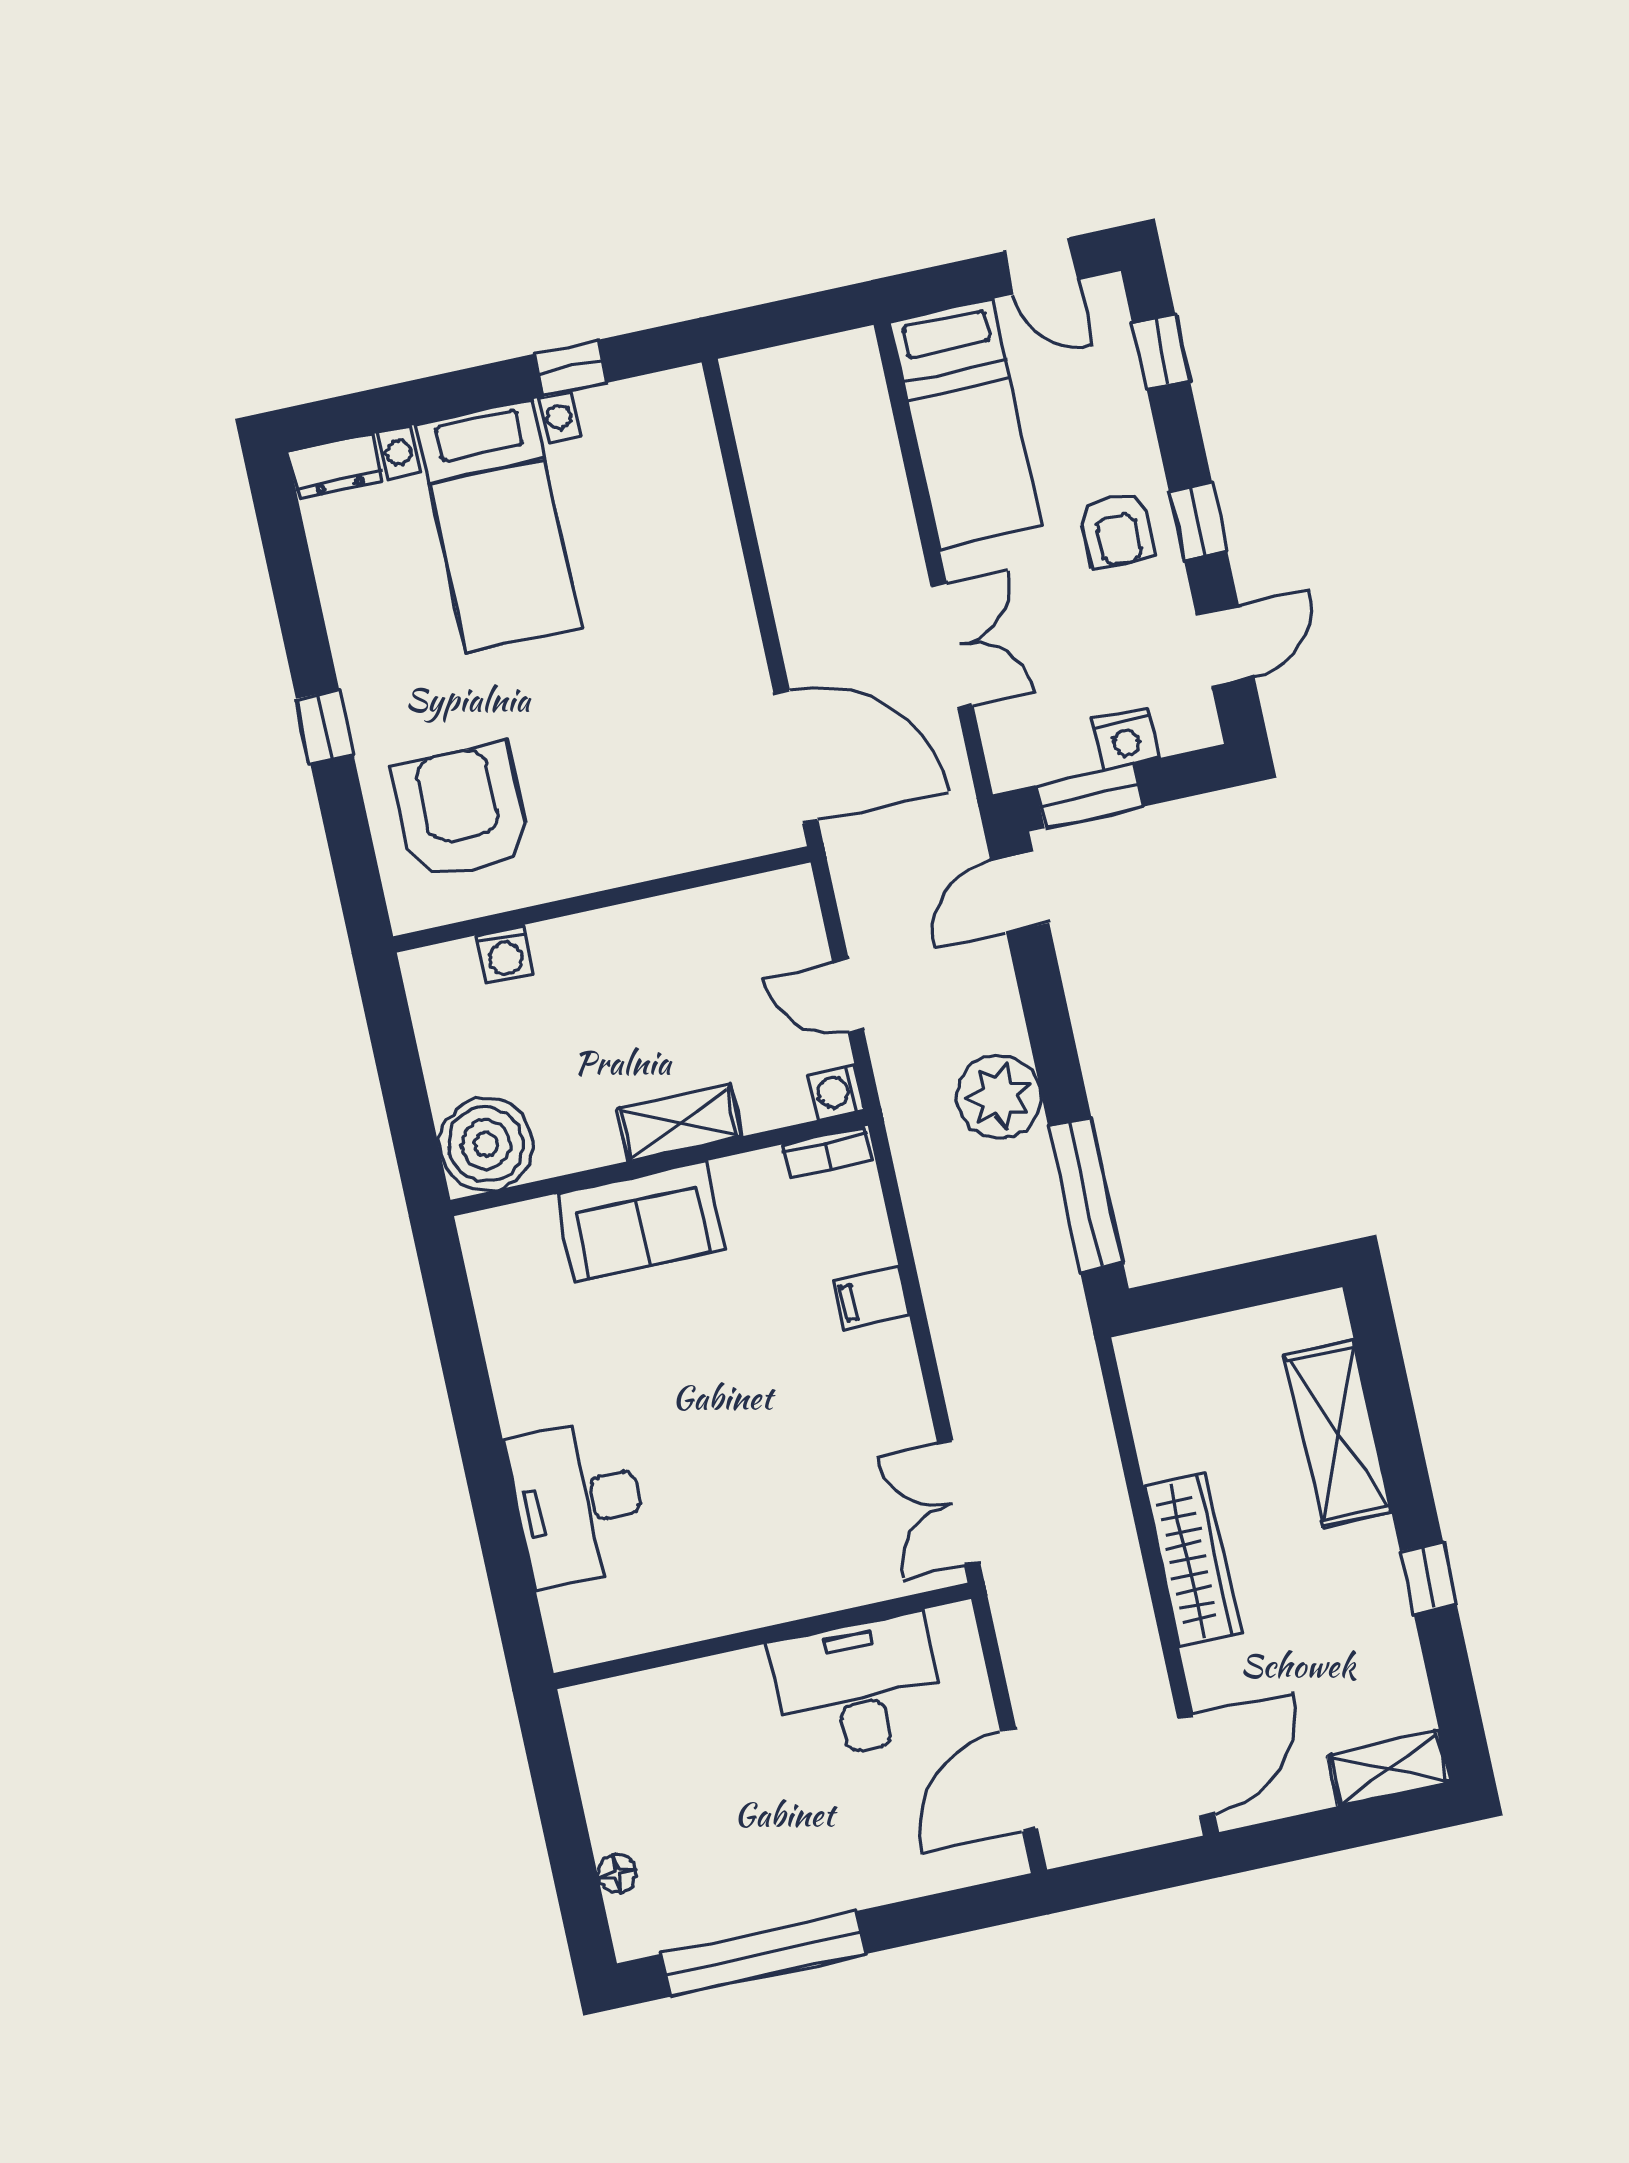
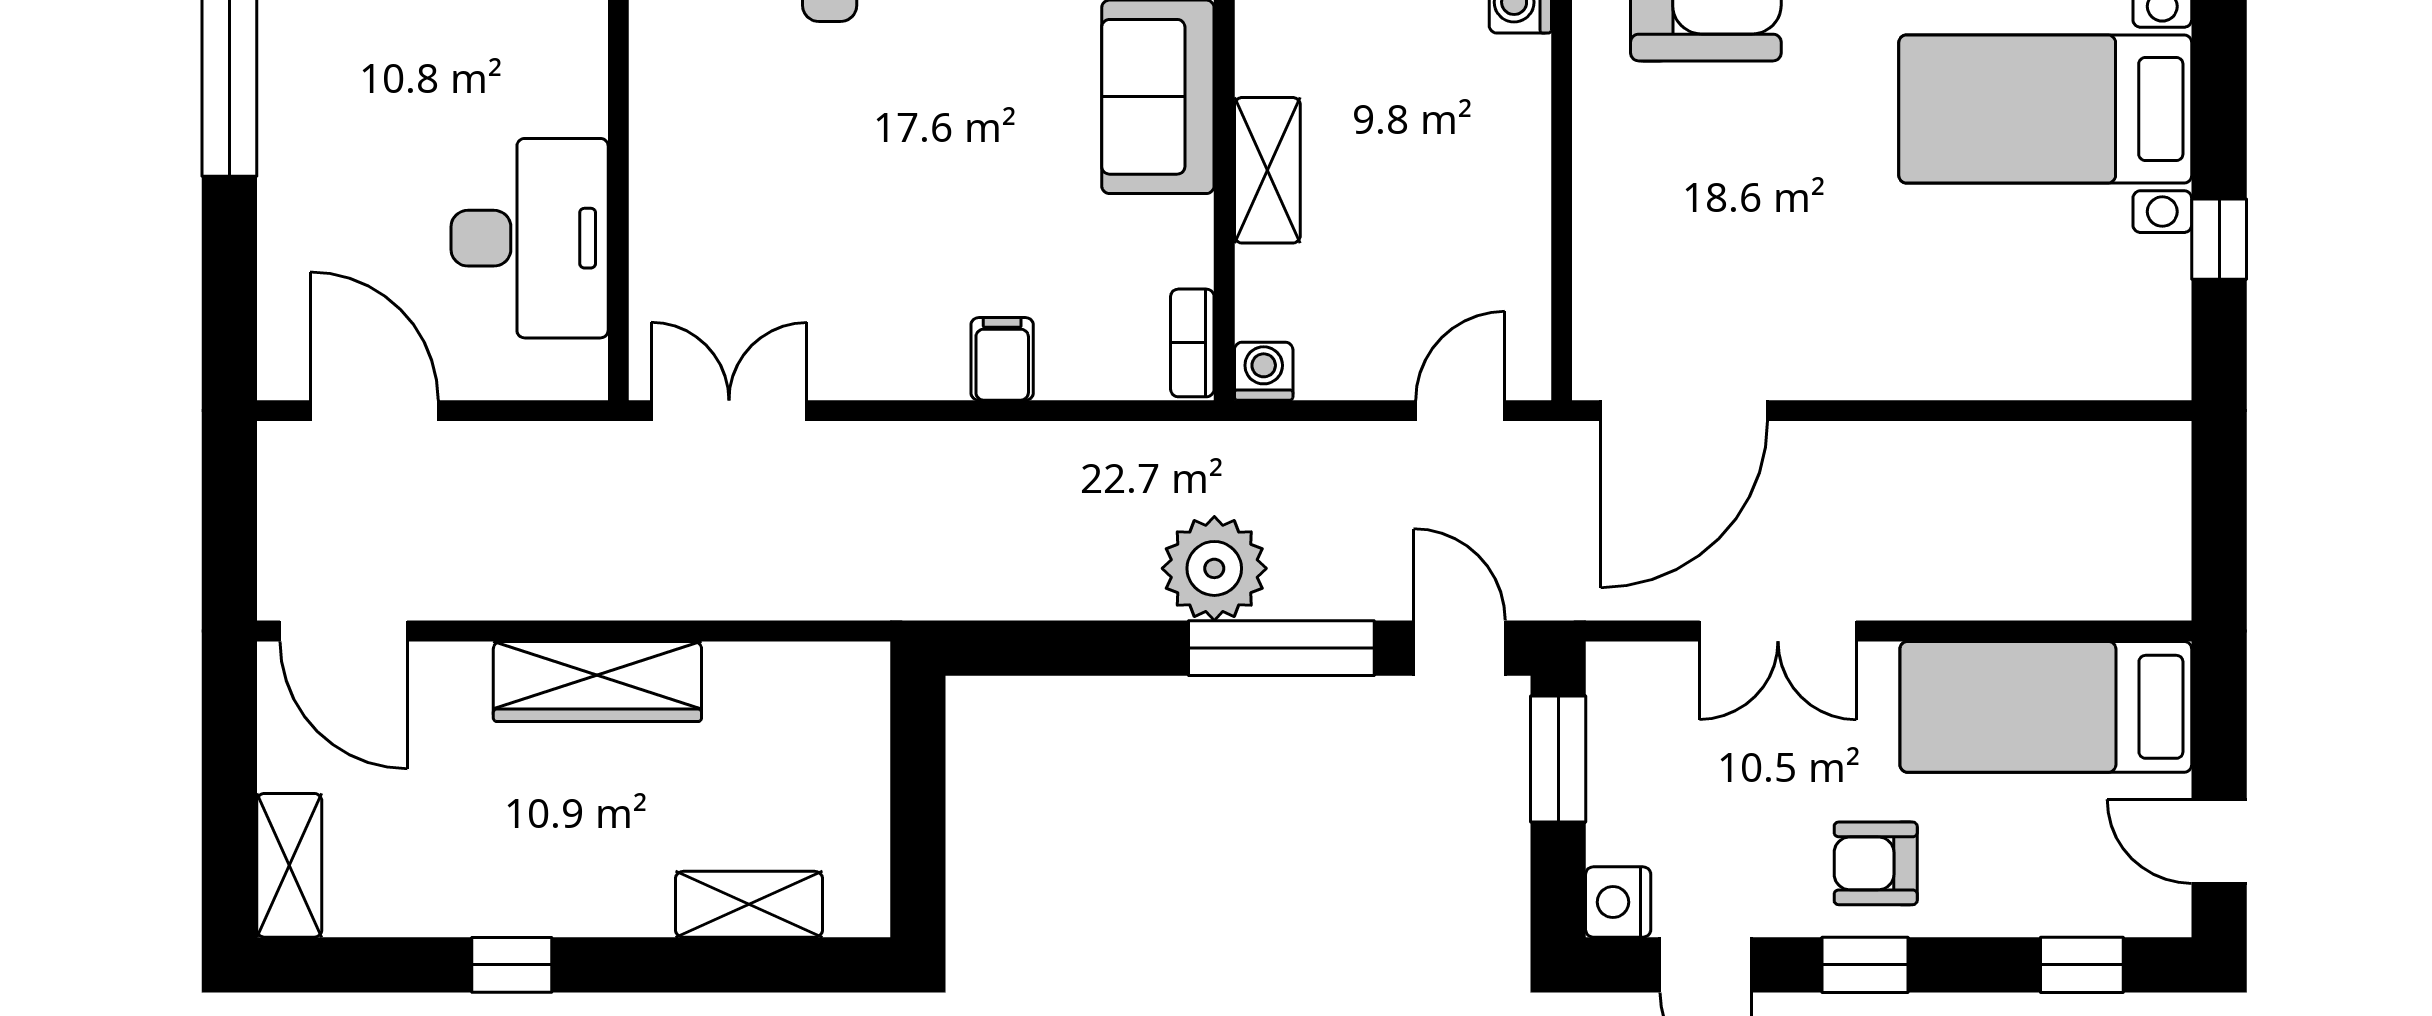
door: (1041, 266) -> (2219, 841), hinge flipped
nightstand: (1126, 739) -> (1618, 902), moved
door: (848, 996) -> (1460, 411), moved
window: (1086, 1195) -> (1281, 648), moved
shelving: (1338, 1434) -> (749, 904), width x0.67, depth x0.75

